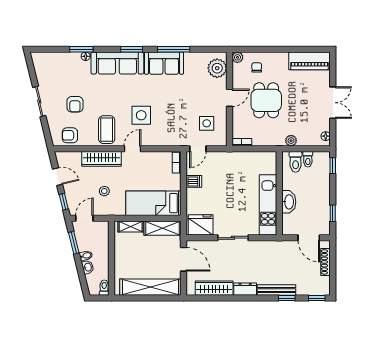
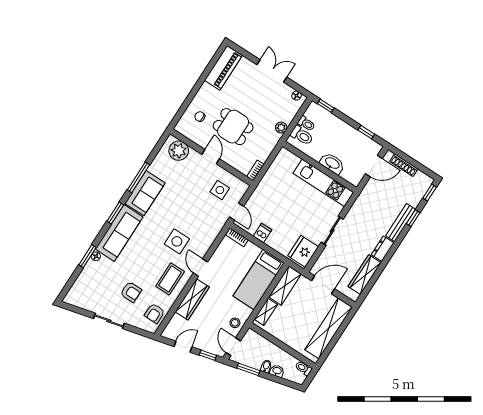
plant: (237, 57) -> (181, 127), removed
coffee table: (107, 130) -> (170, 279), turned 90
stool: (104, 191) -> (235, 323), moved

